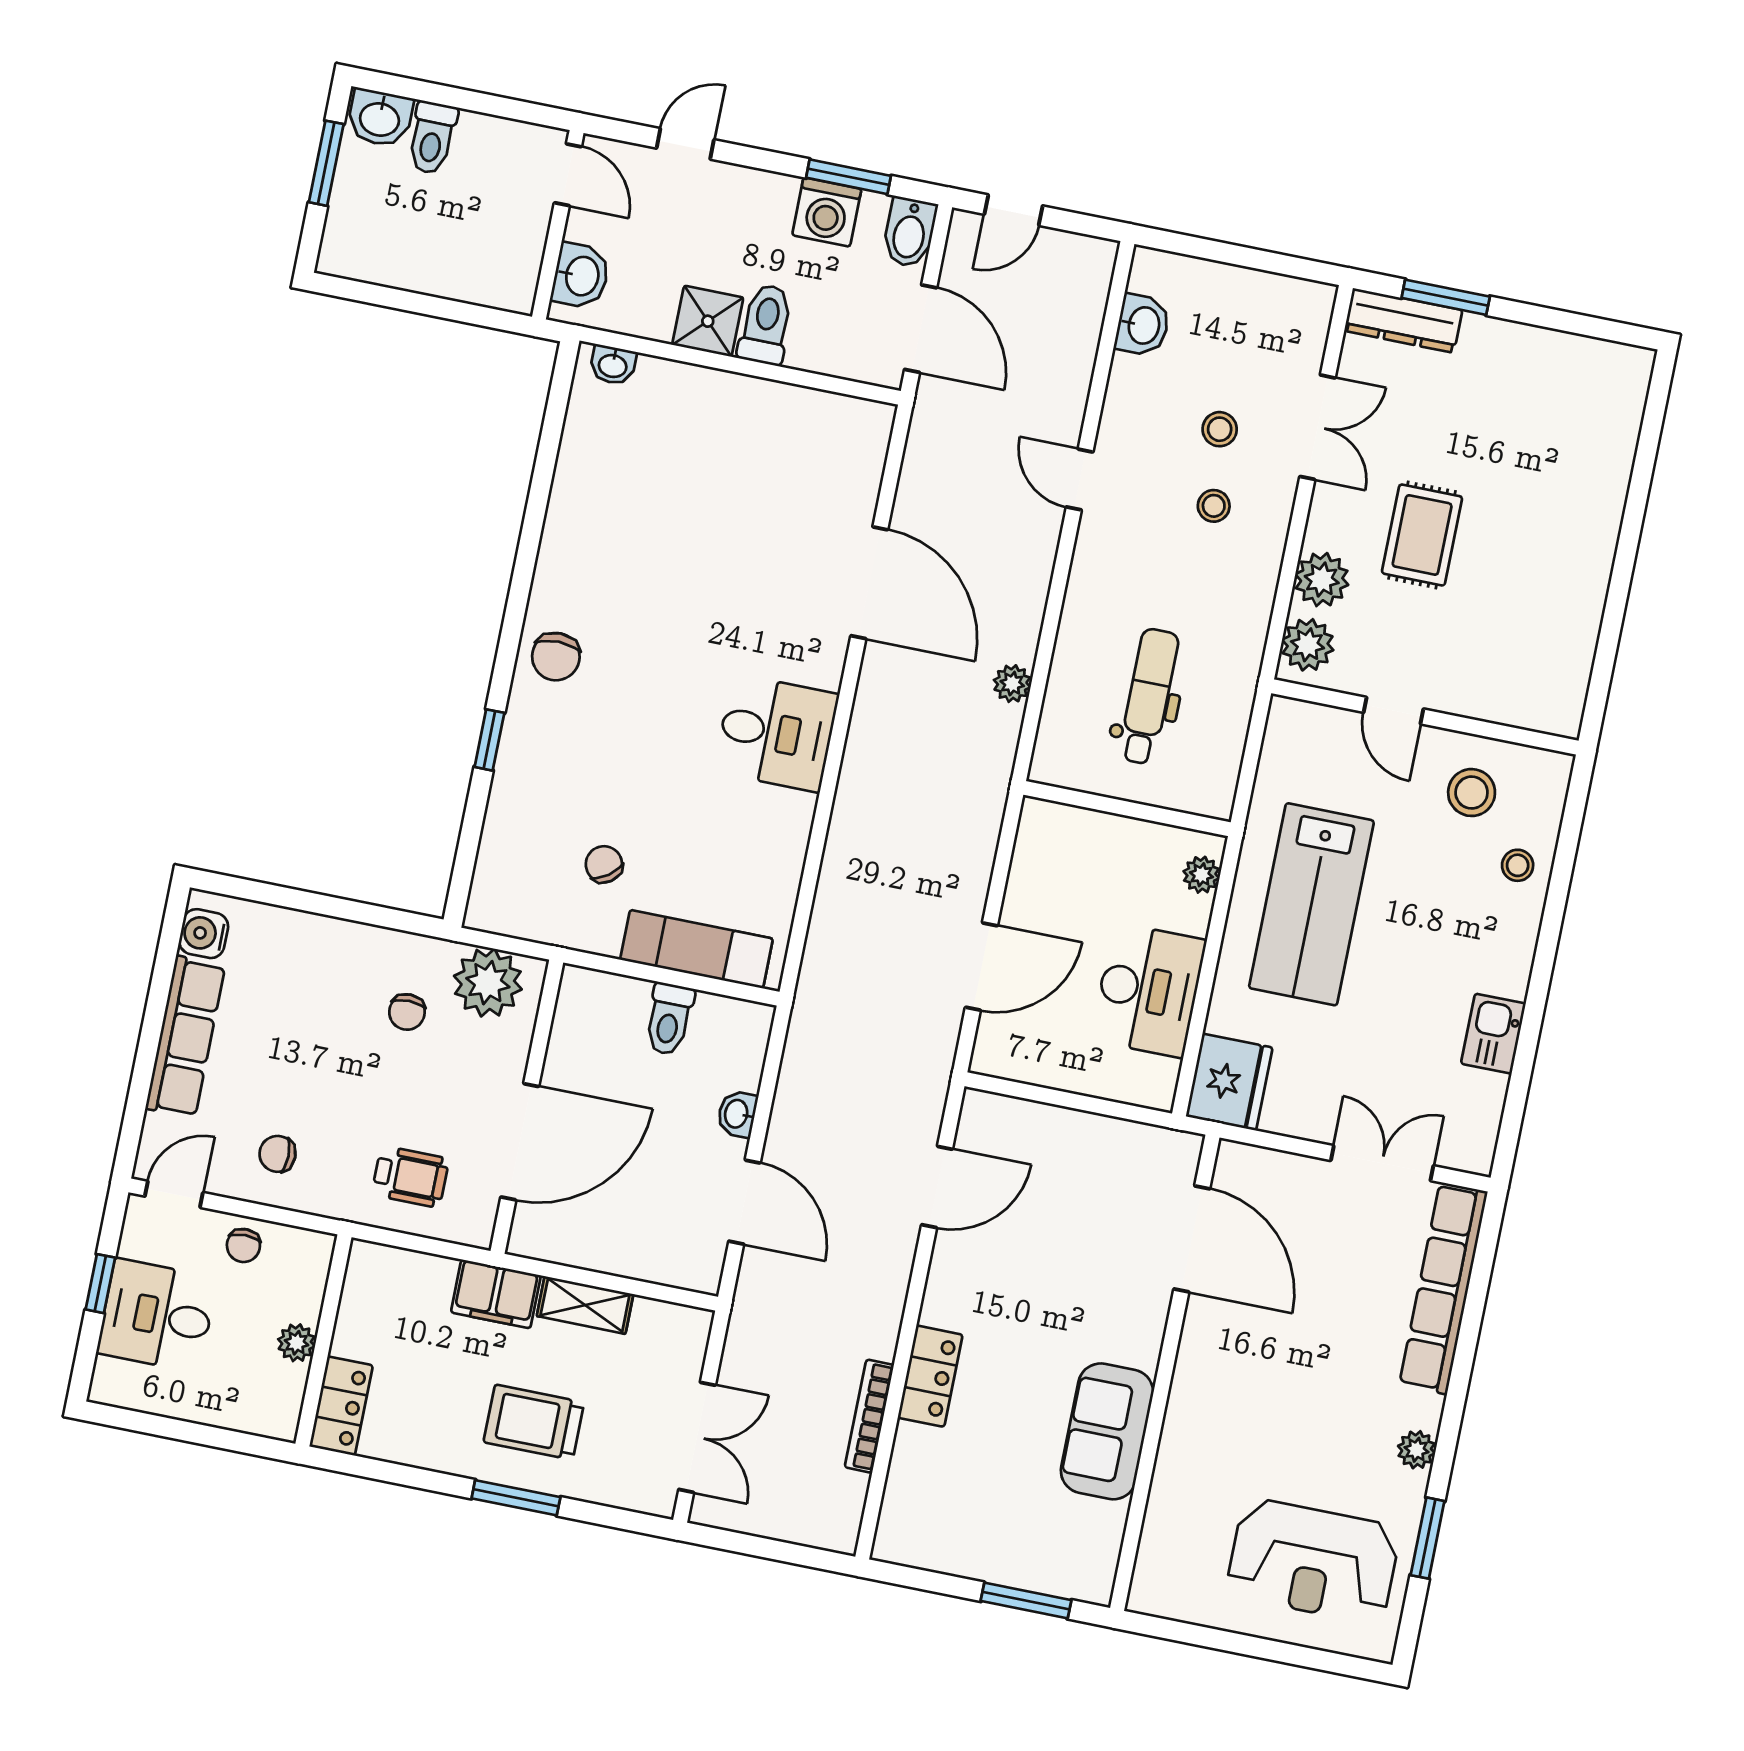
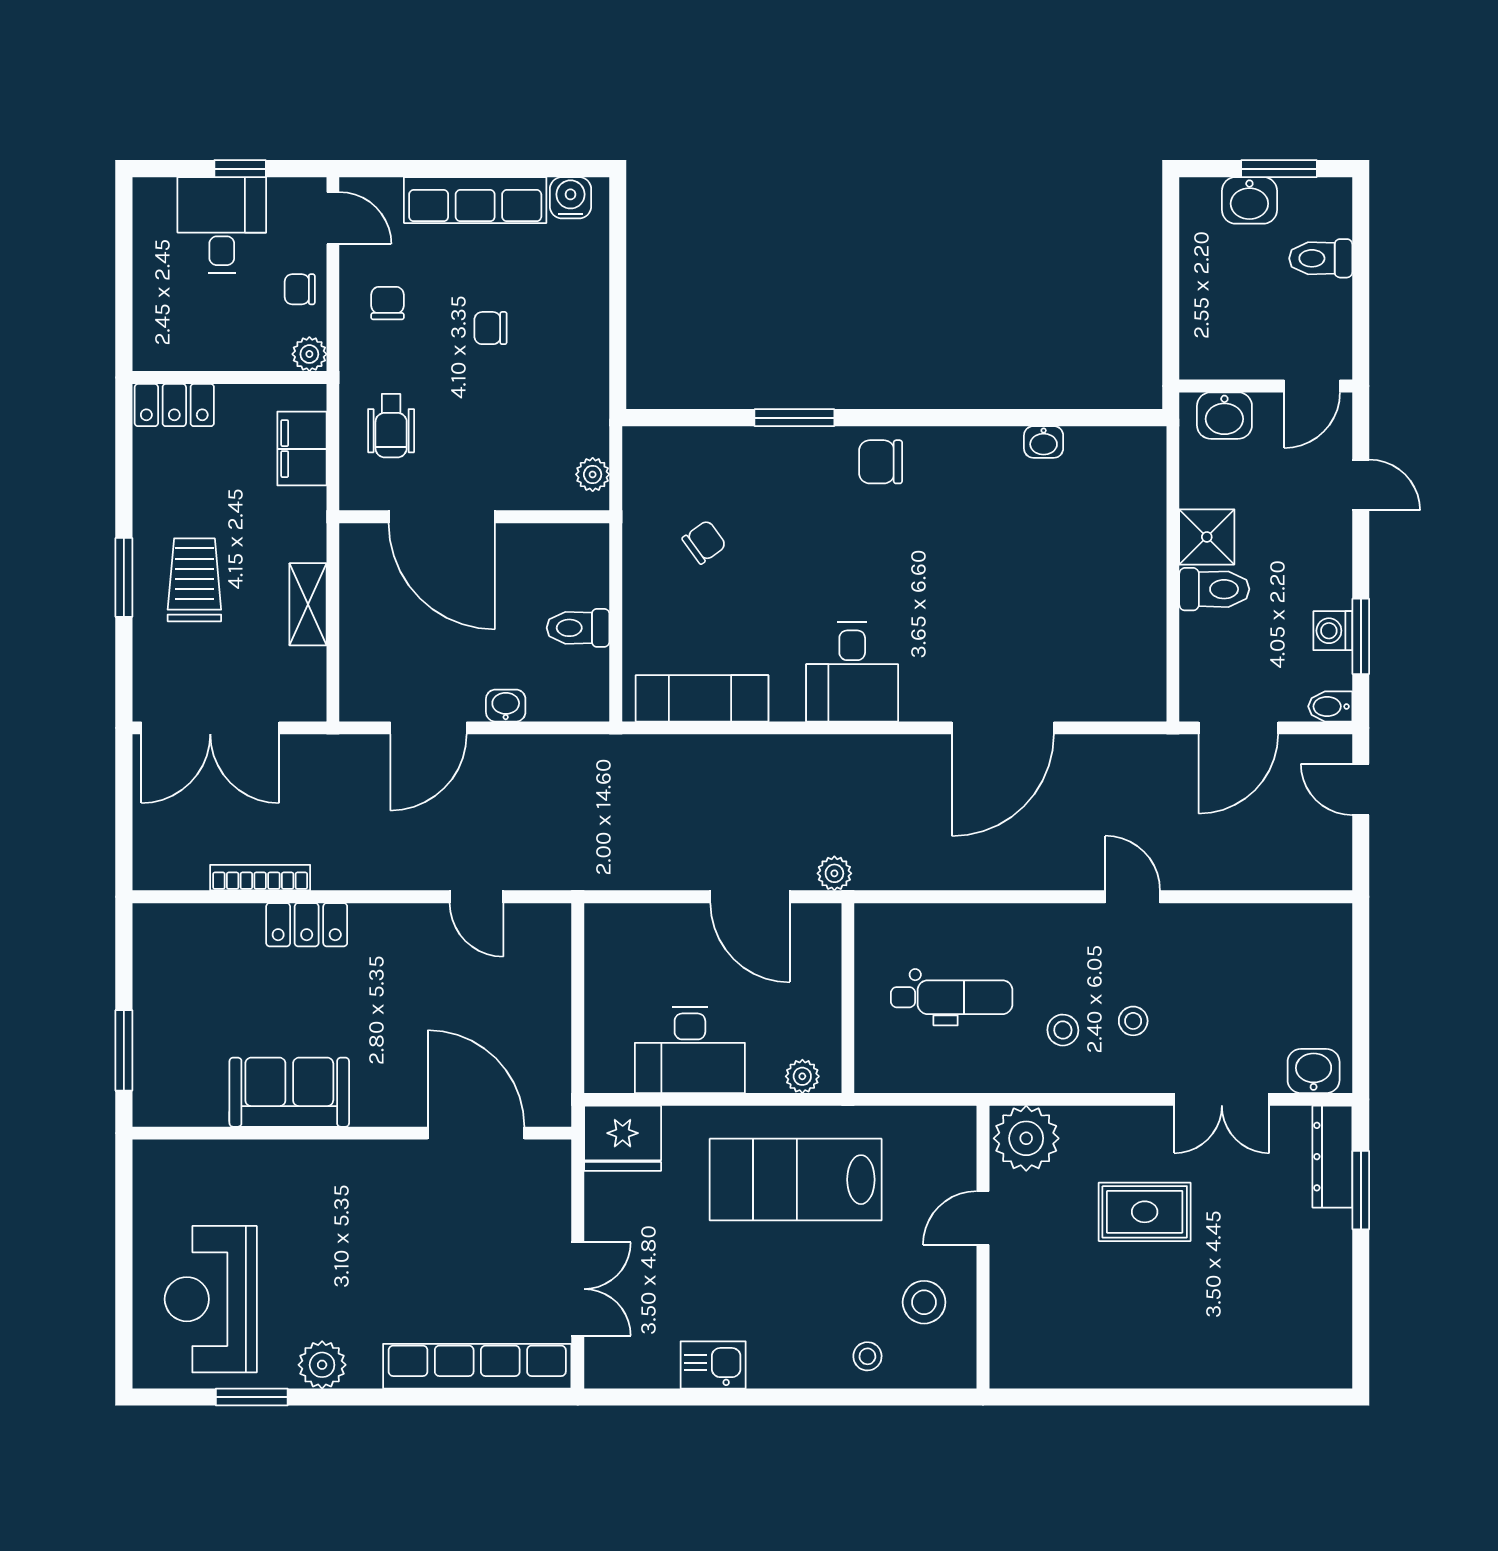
washbasin: (380, 118) -> (1249, 200), moved, turned -90
washing machine: (827, 212) -> (1333, 631), width x0.73, depth x0.73
bidet: (910, 232) -> (1330, 706), width x0.72, depth x0.74
washbasin: (1143, 325) -> (1314, 1071), moved, turned 180
washbasin: (613, 365) -> (1044, 442), moved, turned -90
stool: (1220, 429) -> (1063, 1030), moved
door: (1080, 479) -> (1133, 897), hinge flipped
plant: (1322, 580) -> (1087, 1130), removed
plant: (1308, 645) -> (1026, 1138), width x1.36, depth x1.36
plant: (1012, 684) -> (834, 873), moved
window: (489, 740) -> (794, 418), width x1.50
exam couch: (696, 949) -> (702, 698), moved, turned -90
door: (981, 966) -> (750, 897), moved
plant: (488, 983) -> (593, 474), width x0.53, depth x0.53
chair: (407, 1012) -> (490, 328), moved
door: (937, 1187) -> (477, 897), width x0.73
door: (1192, 1239) -> (476, 1133), swing flipped
filing cabinet: (496, 1294) -> (302, 449), moved
plant: (297, 1343) -> (309, 354), moved
double door: (697, 1437) -> (210, 728), width x1.37
plant: (1417, 1450) -> (322, 1365), width x1.38, depth x1.38

